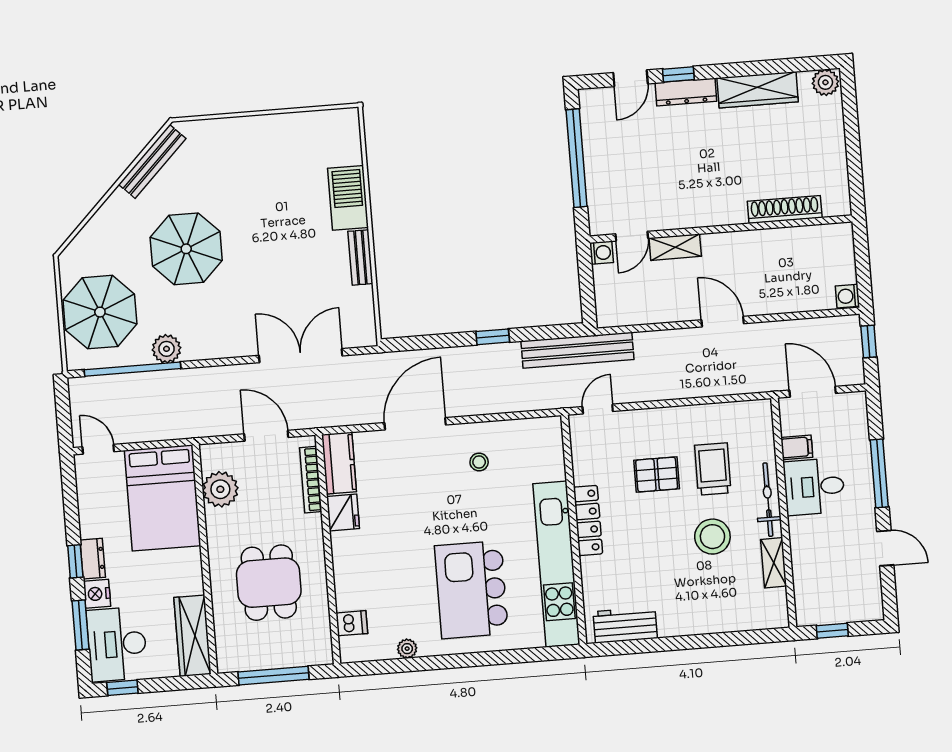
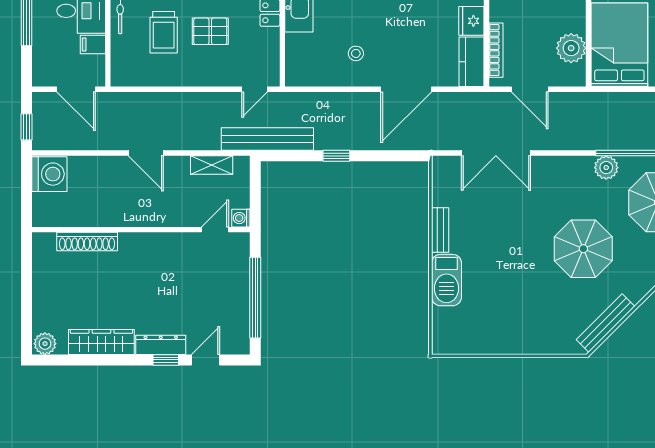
shelving: (675, 247) -> (212, 165), moved
washing machine: (847, 296) -> (49, 174), width x1.89, depth x1.89

